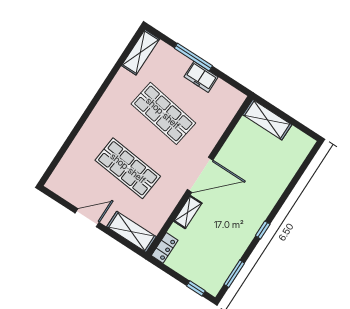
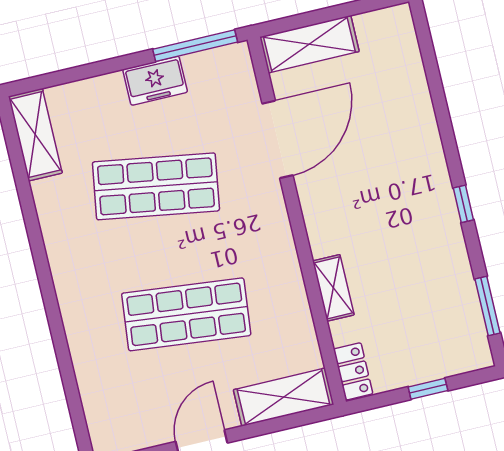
window: (193, 57) -> (195, 46), moved
door: (200, 175) -> (278, 139), moved
window: (196, 288) -> (428, 389), moved

